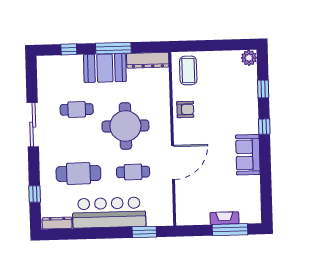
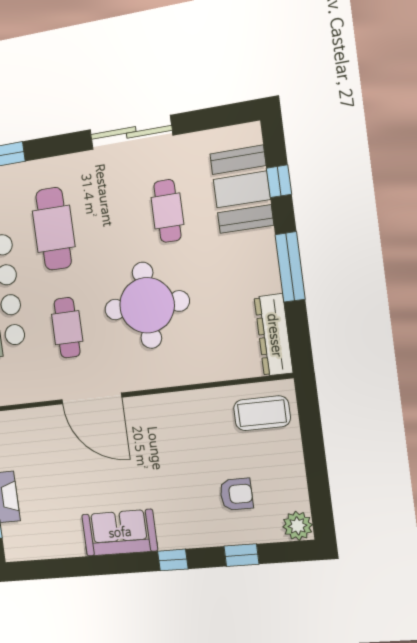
booth: (105, 68) -> (242, 189), moved
armchair: (185, 109) -> (236, 494), moved, turned -90

